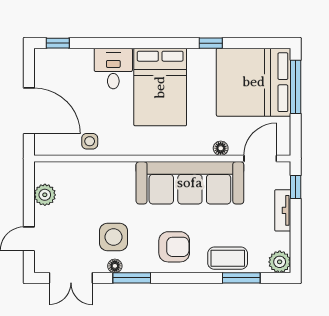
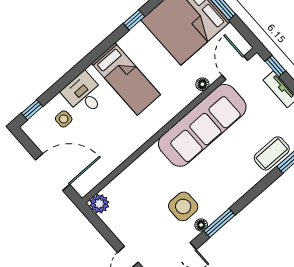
bed: (160, 87) -> (126, 79), width x0.67
side table: (90, 141) -> (64, 119), moved
plant: (45, 195) -> (99, 204), moved
armchair: (174, 247) -> (229, 177), removed

